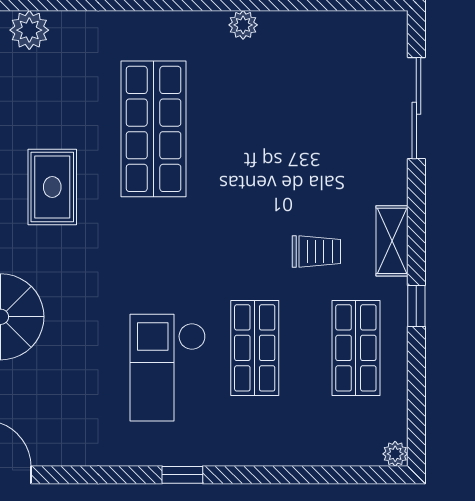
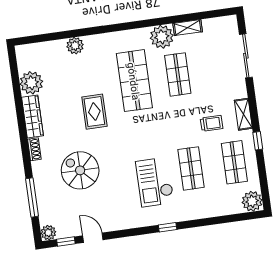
plant: (243, 25) -> (162, 37), width x1.87, depth x1.87
shelving: (292, 25) -> (188, 28), added
shop shelf: (255, 129) -> (178, 74), added
plant: (395, 454) -> (252, 201), width x1.88, depth x1.88

